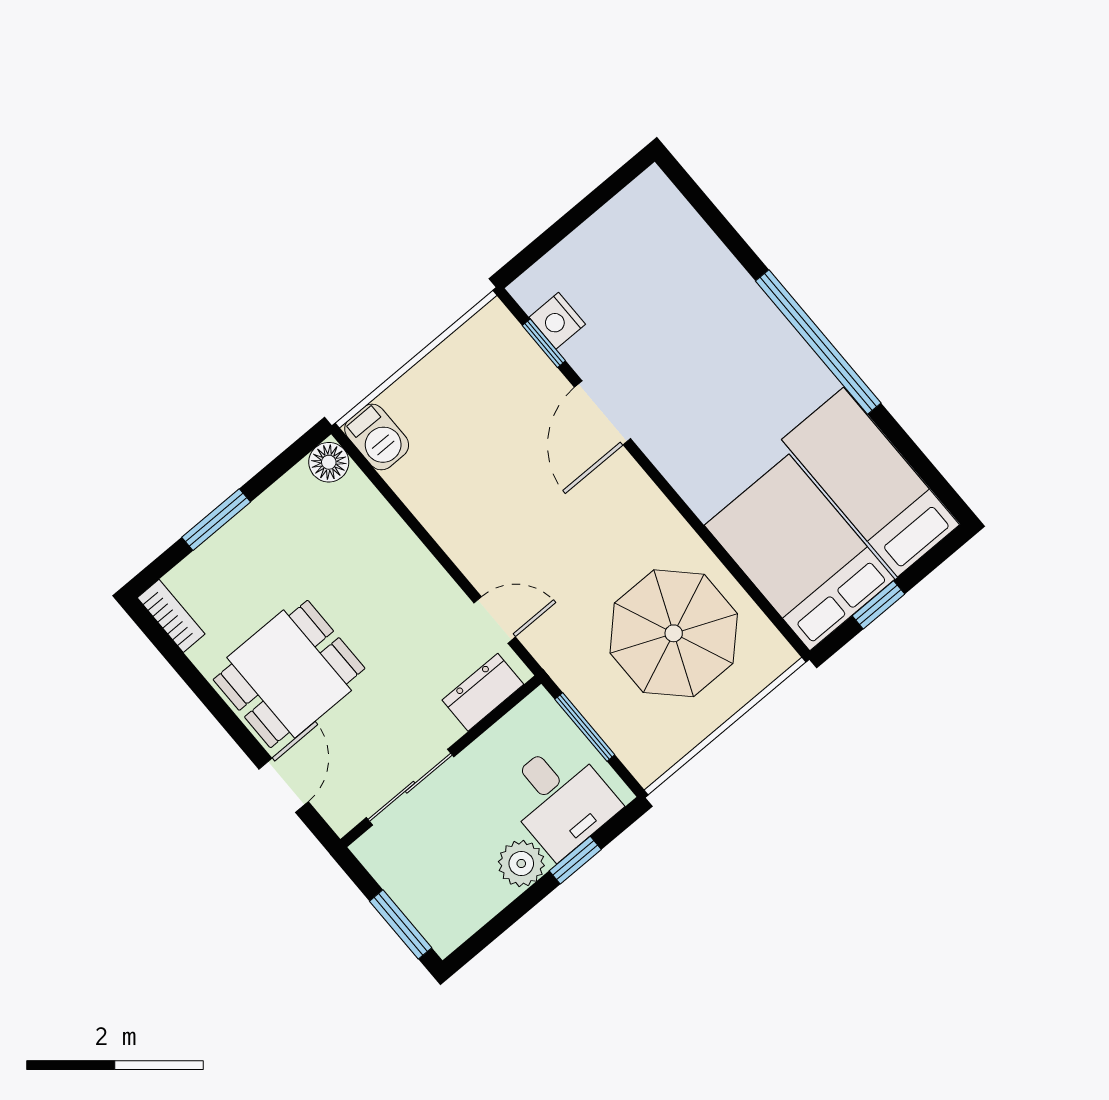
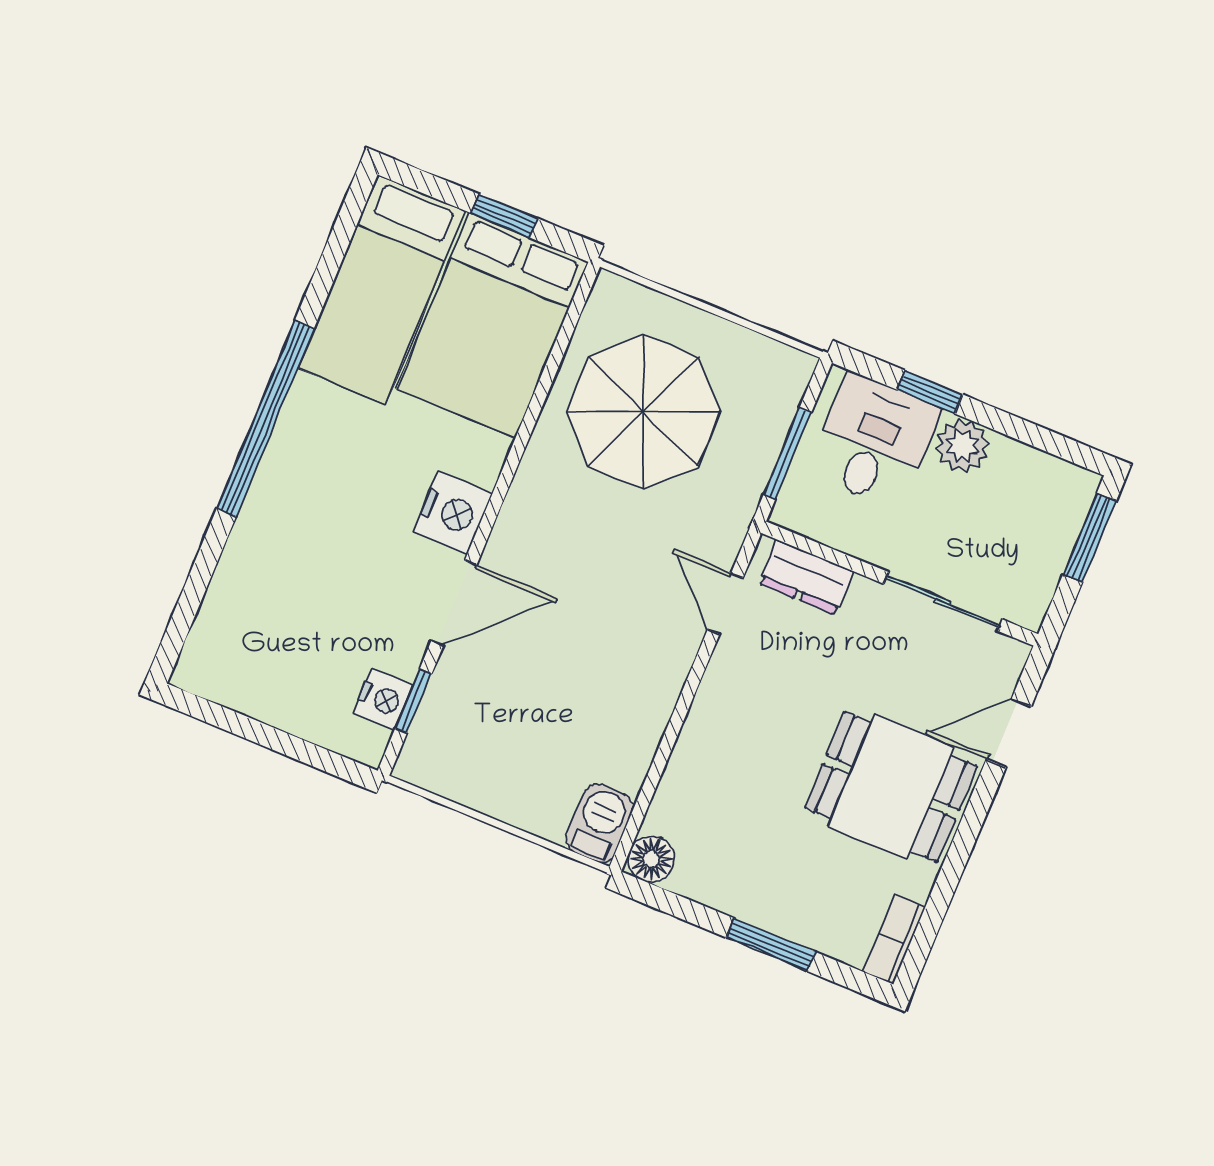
nightstand: (672, 448) -> (453, 513), added

